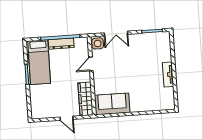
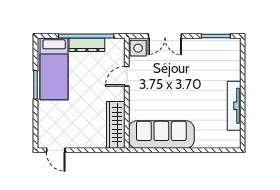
tv unit: (168, 75) -> (234, 106), width x1.41
sofa: (112, 104) -> (161, 135), width x1.36
door: (67, 118) -> (56, 150), moved

